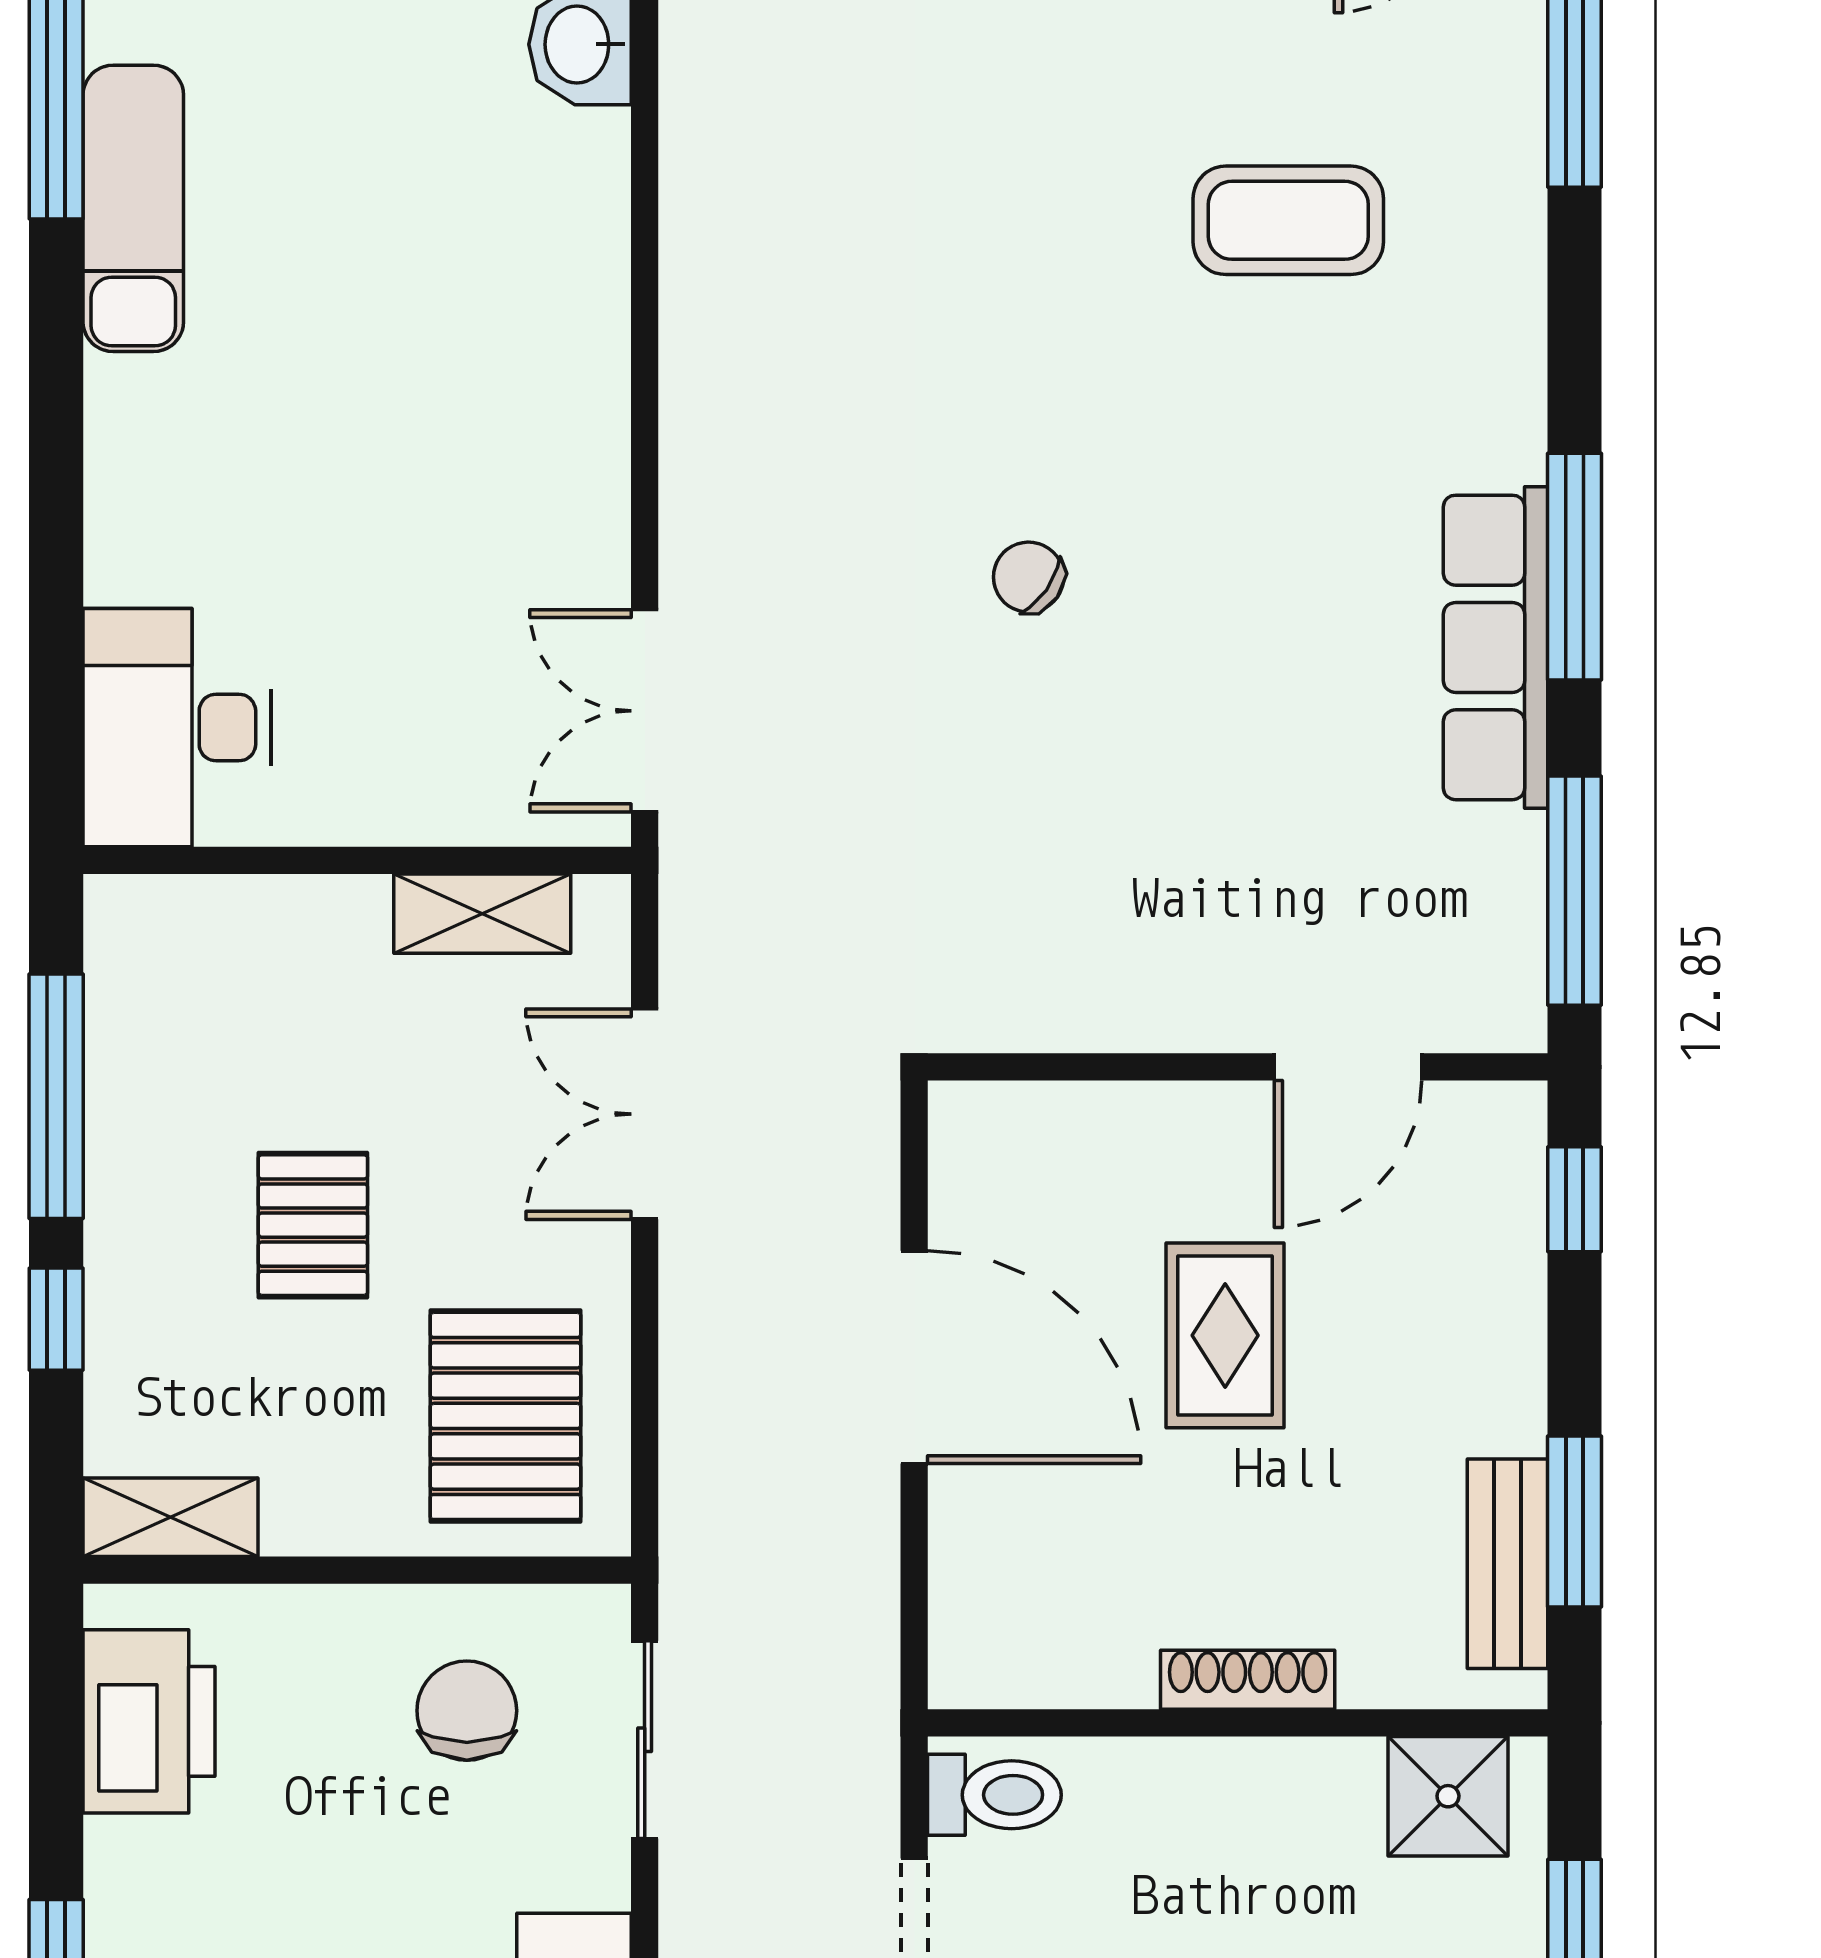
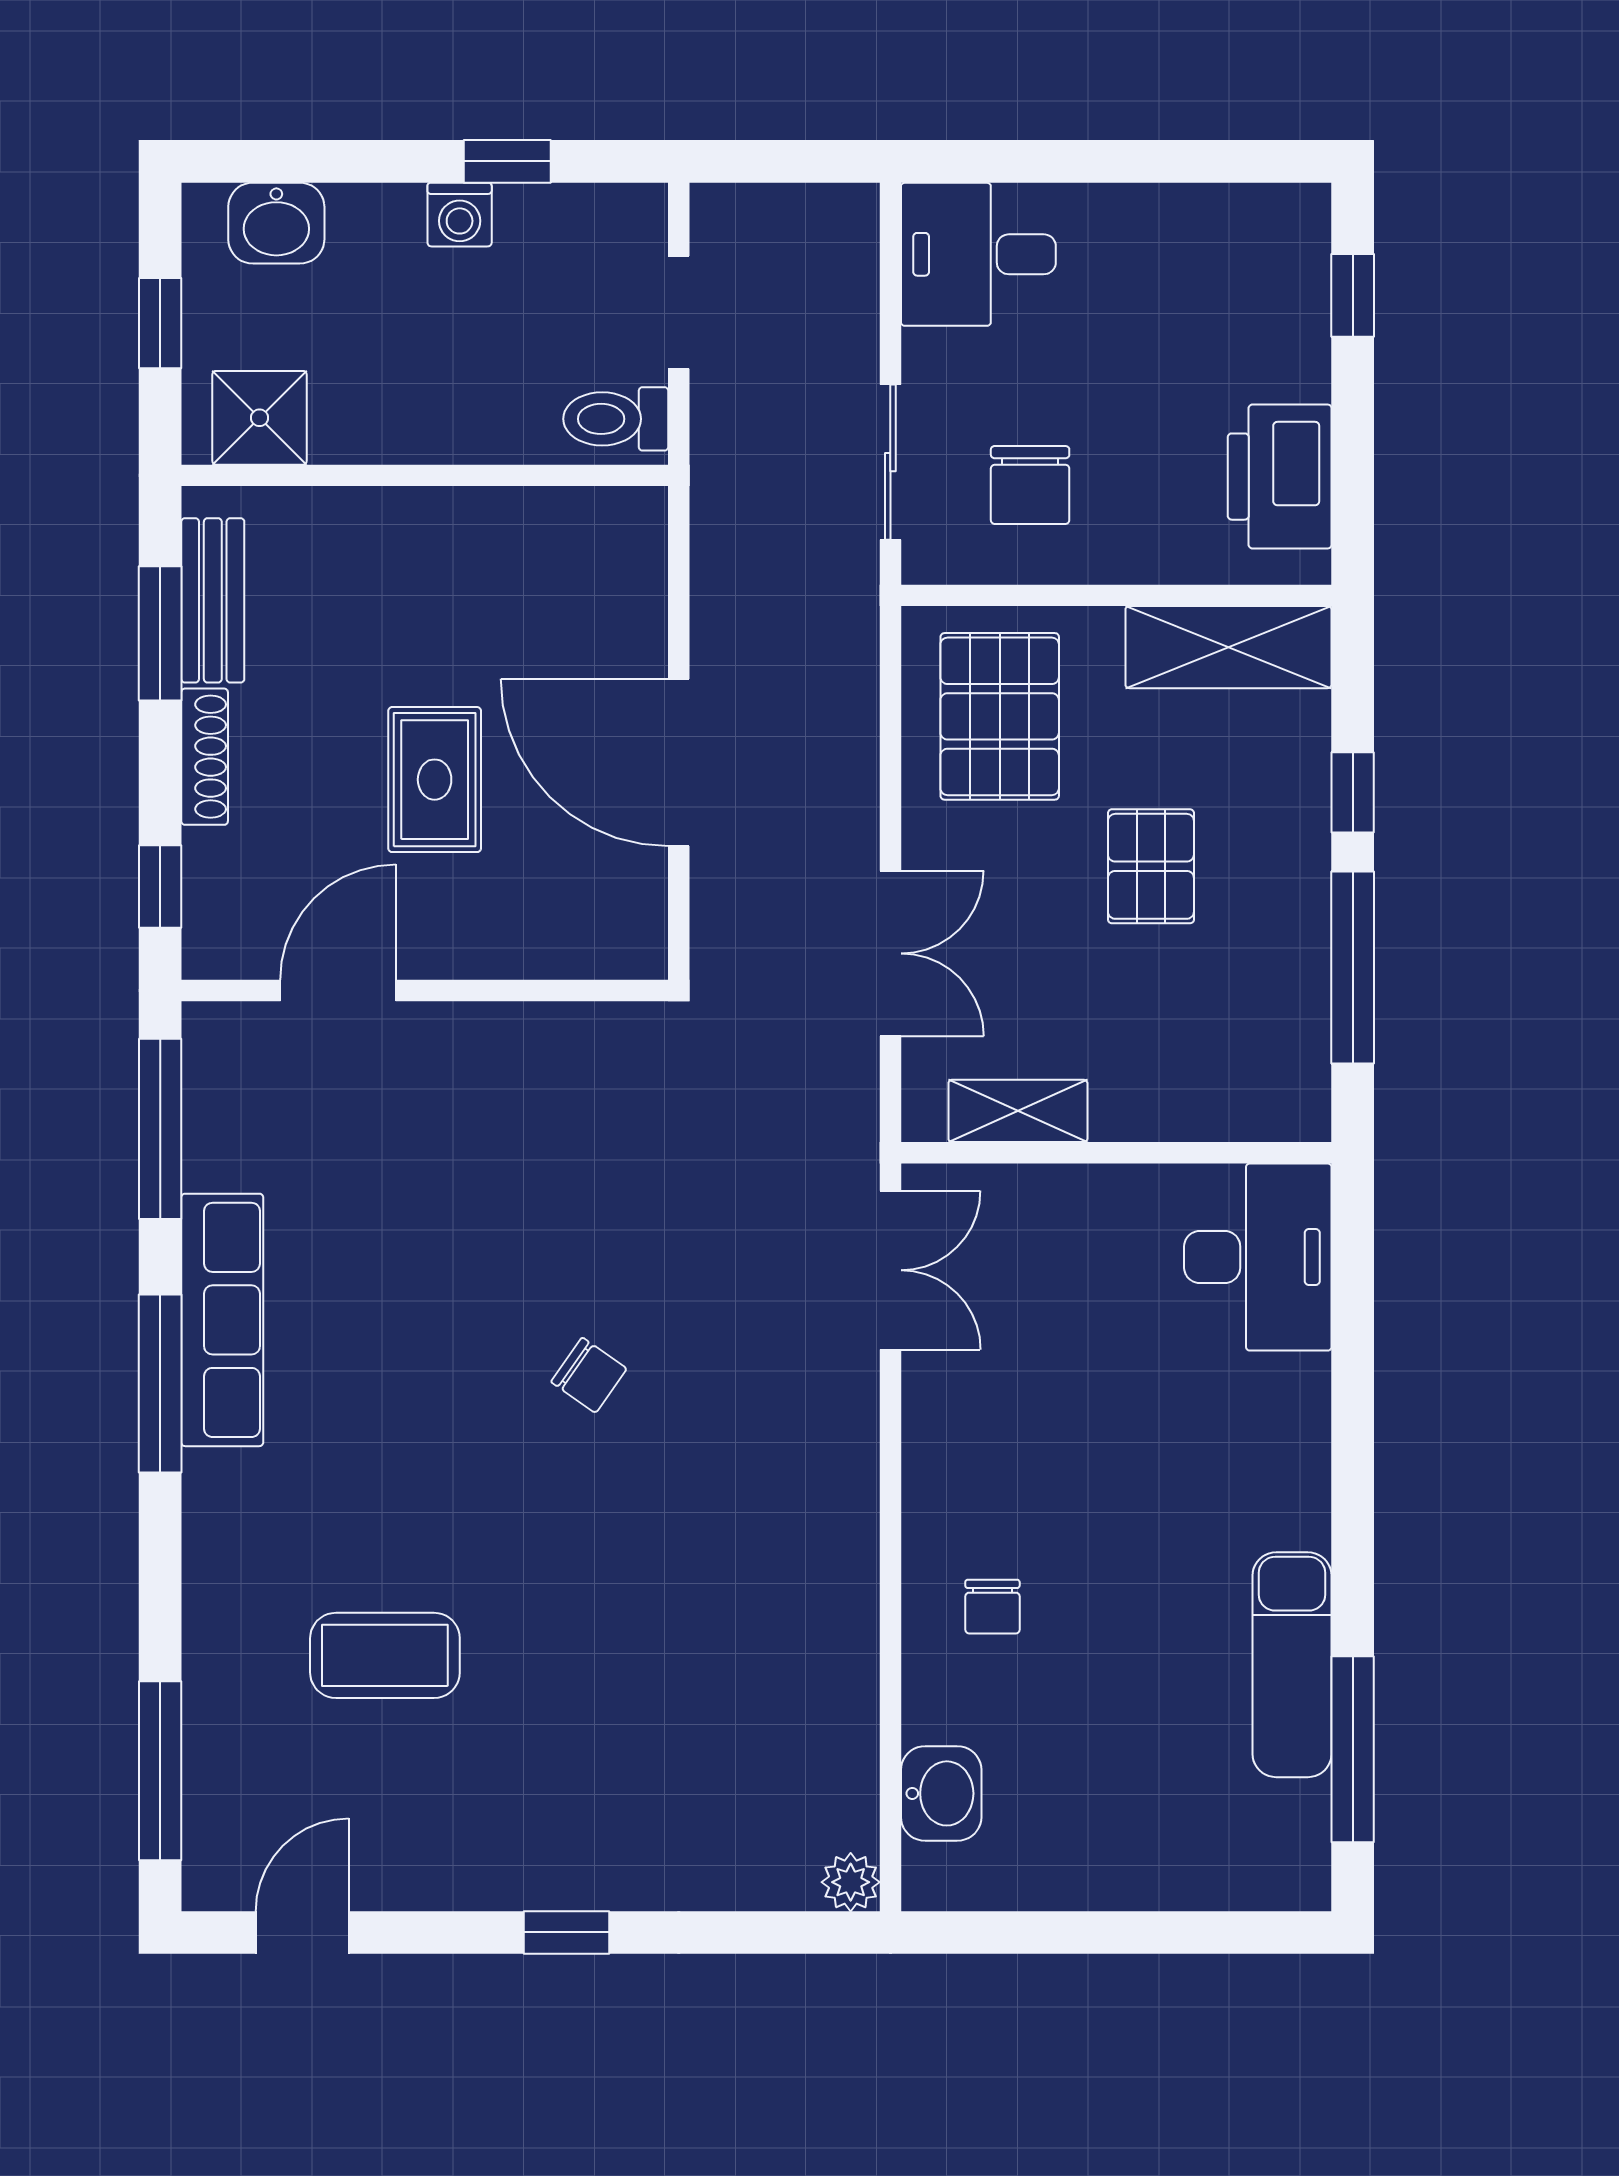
chair: (515, 282) -> (992, 1607), added
shelving: (170, 1517) -> (1228, 647), width x1.50, depth x1.33
shoe rack: (1248, 1680) -> (205, 757), moved, turned -90

